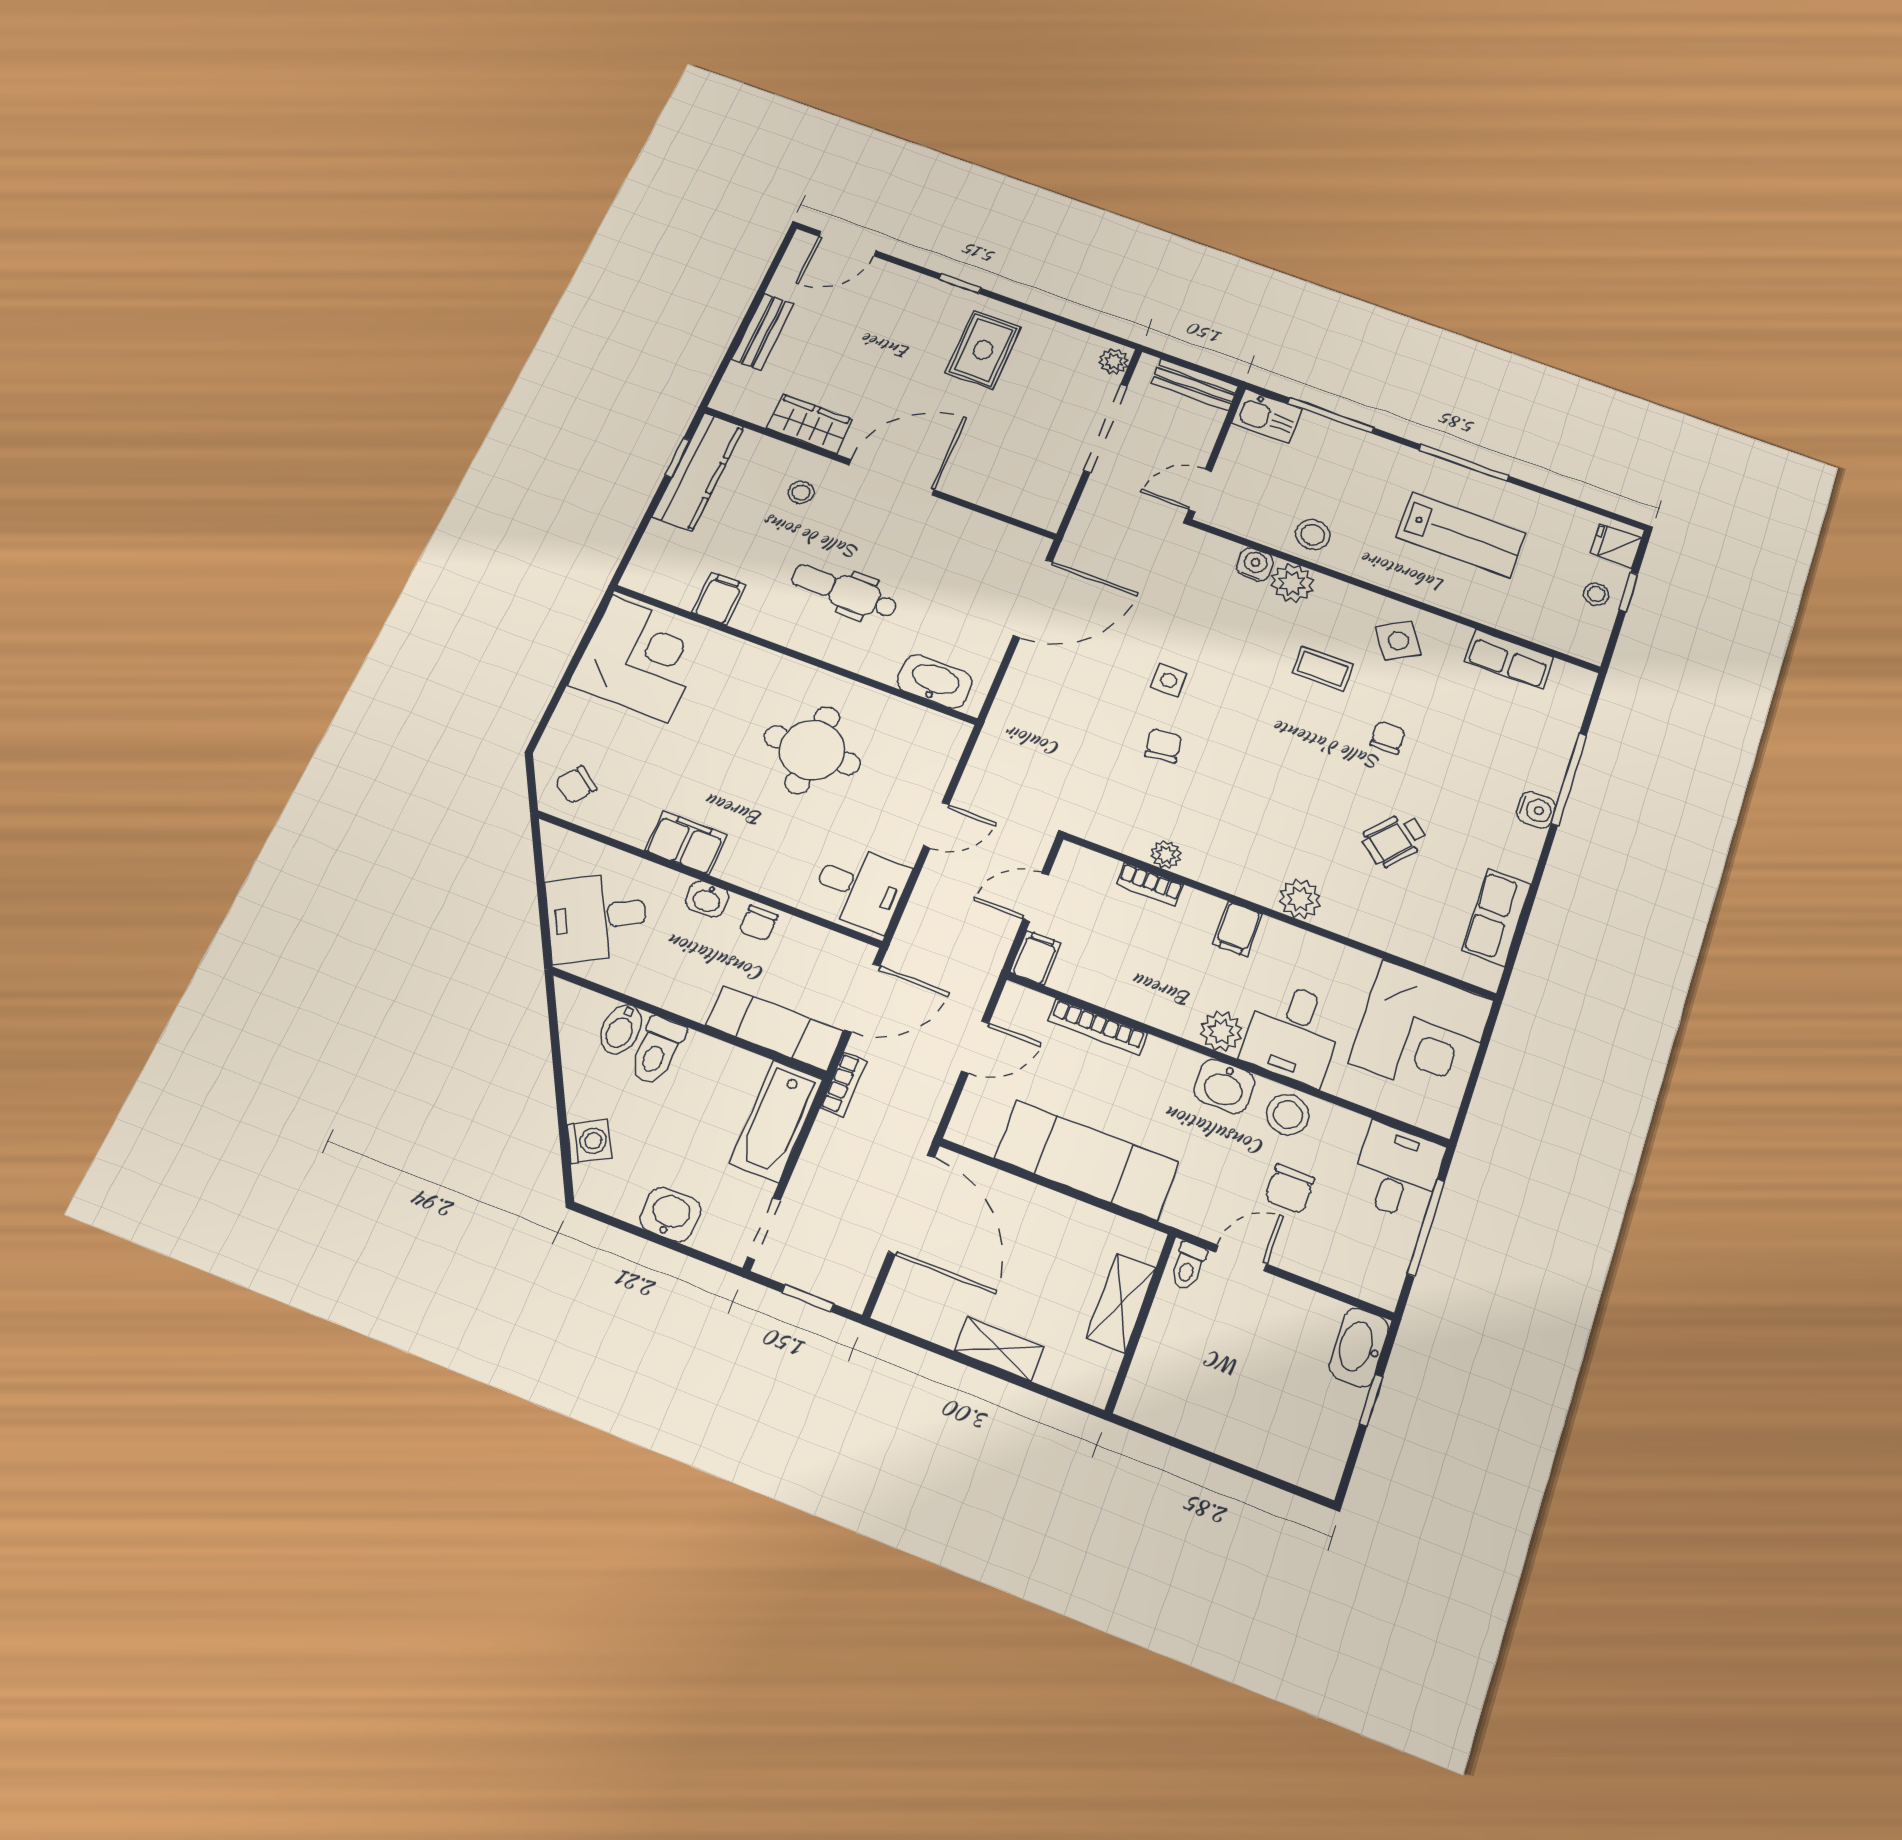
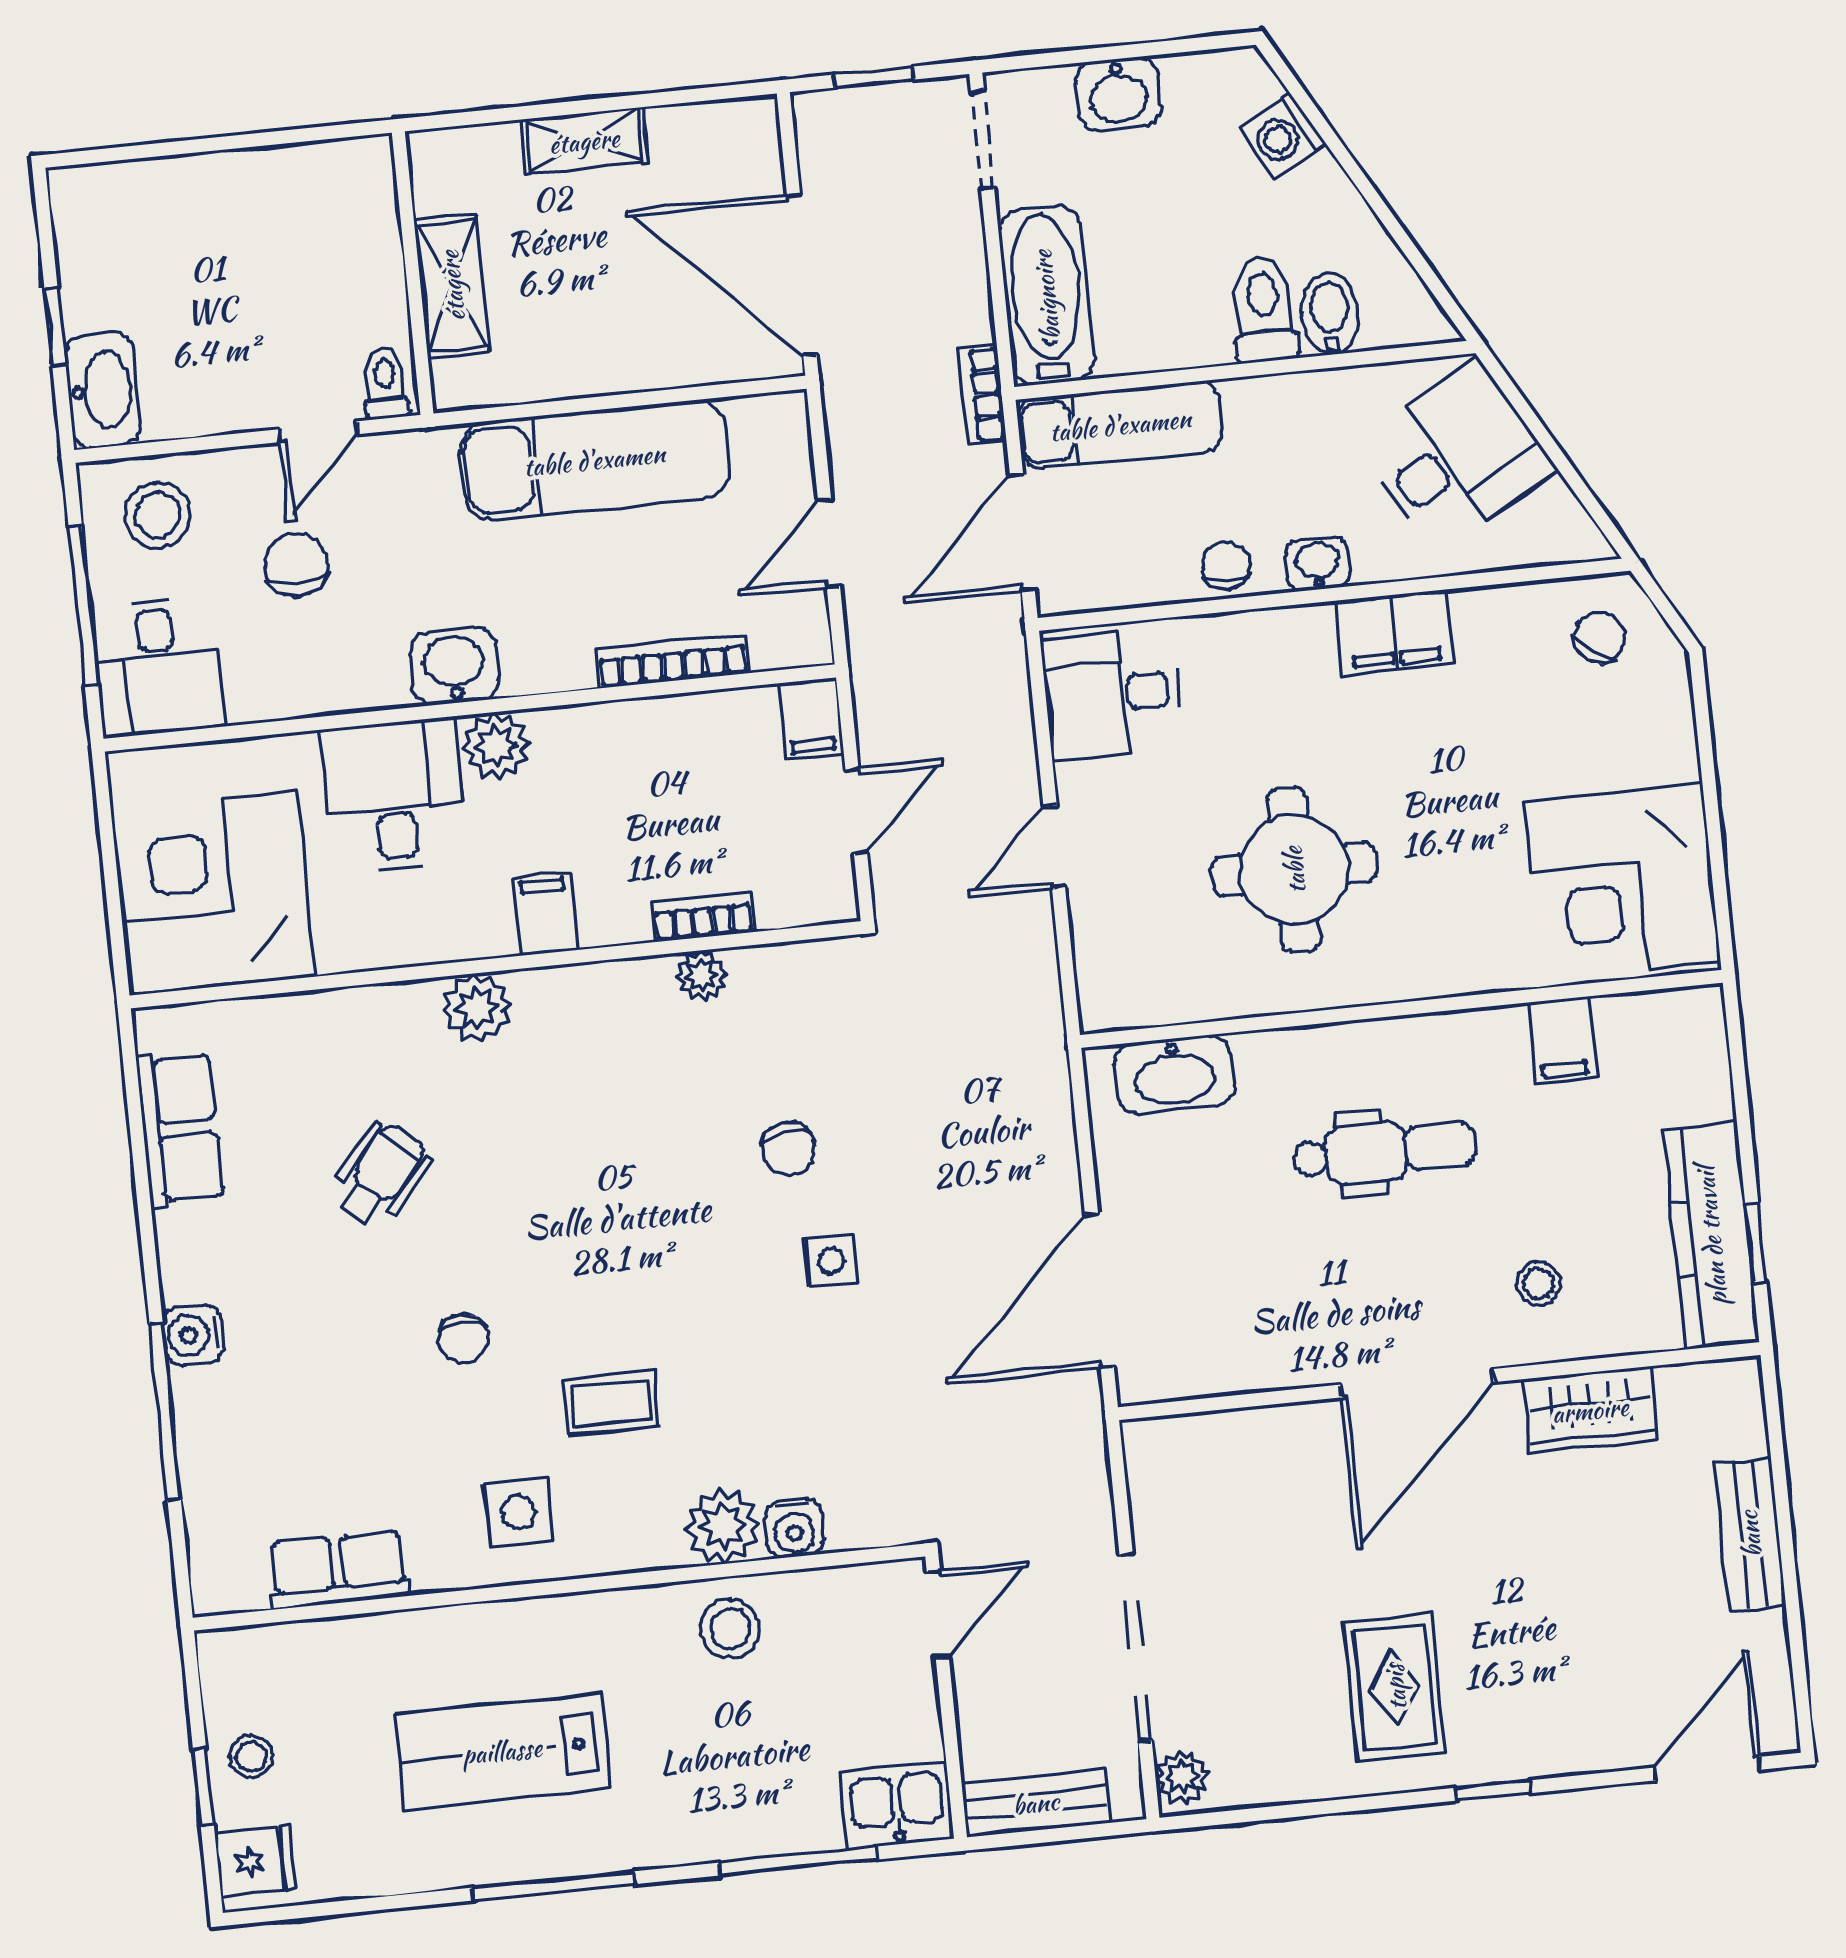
side table: (1398, 641) -> (518, 1512), turned 33
stool: (1288, 1115) -> (157, 515), moved

